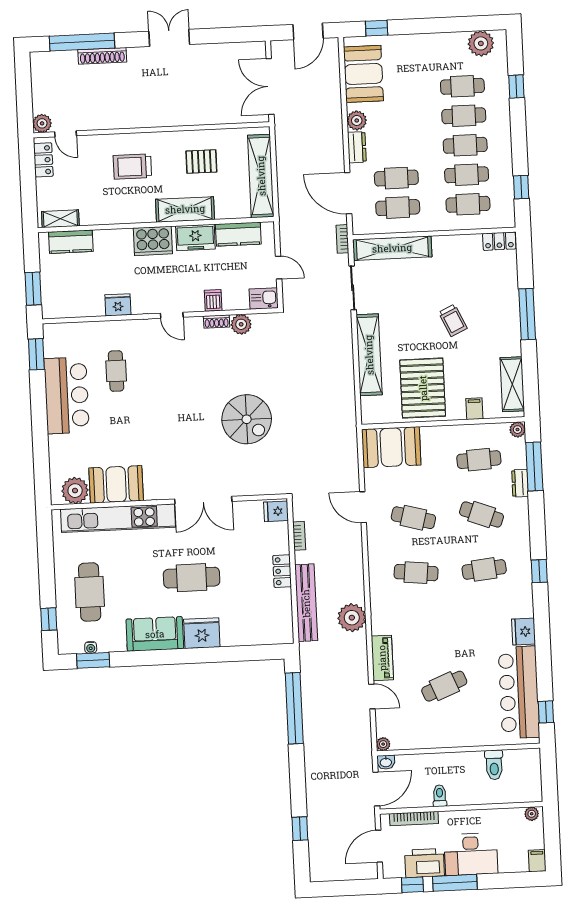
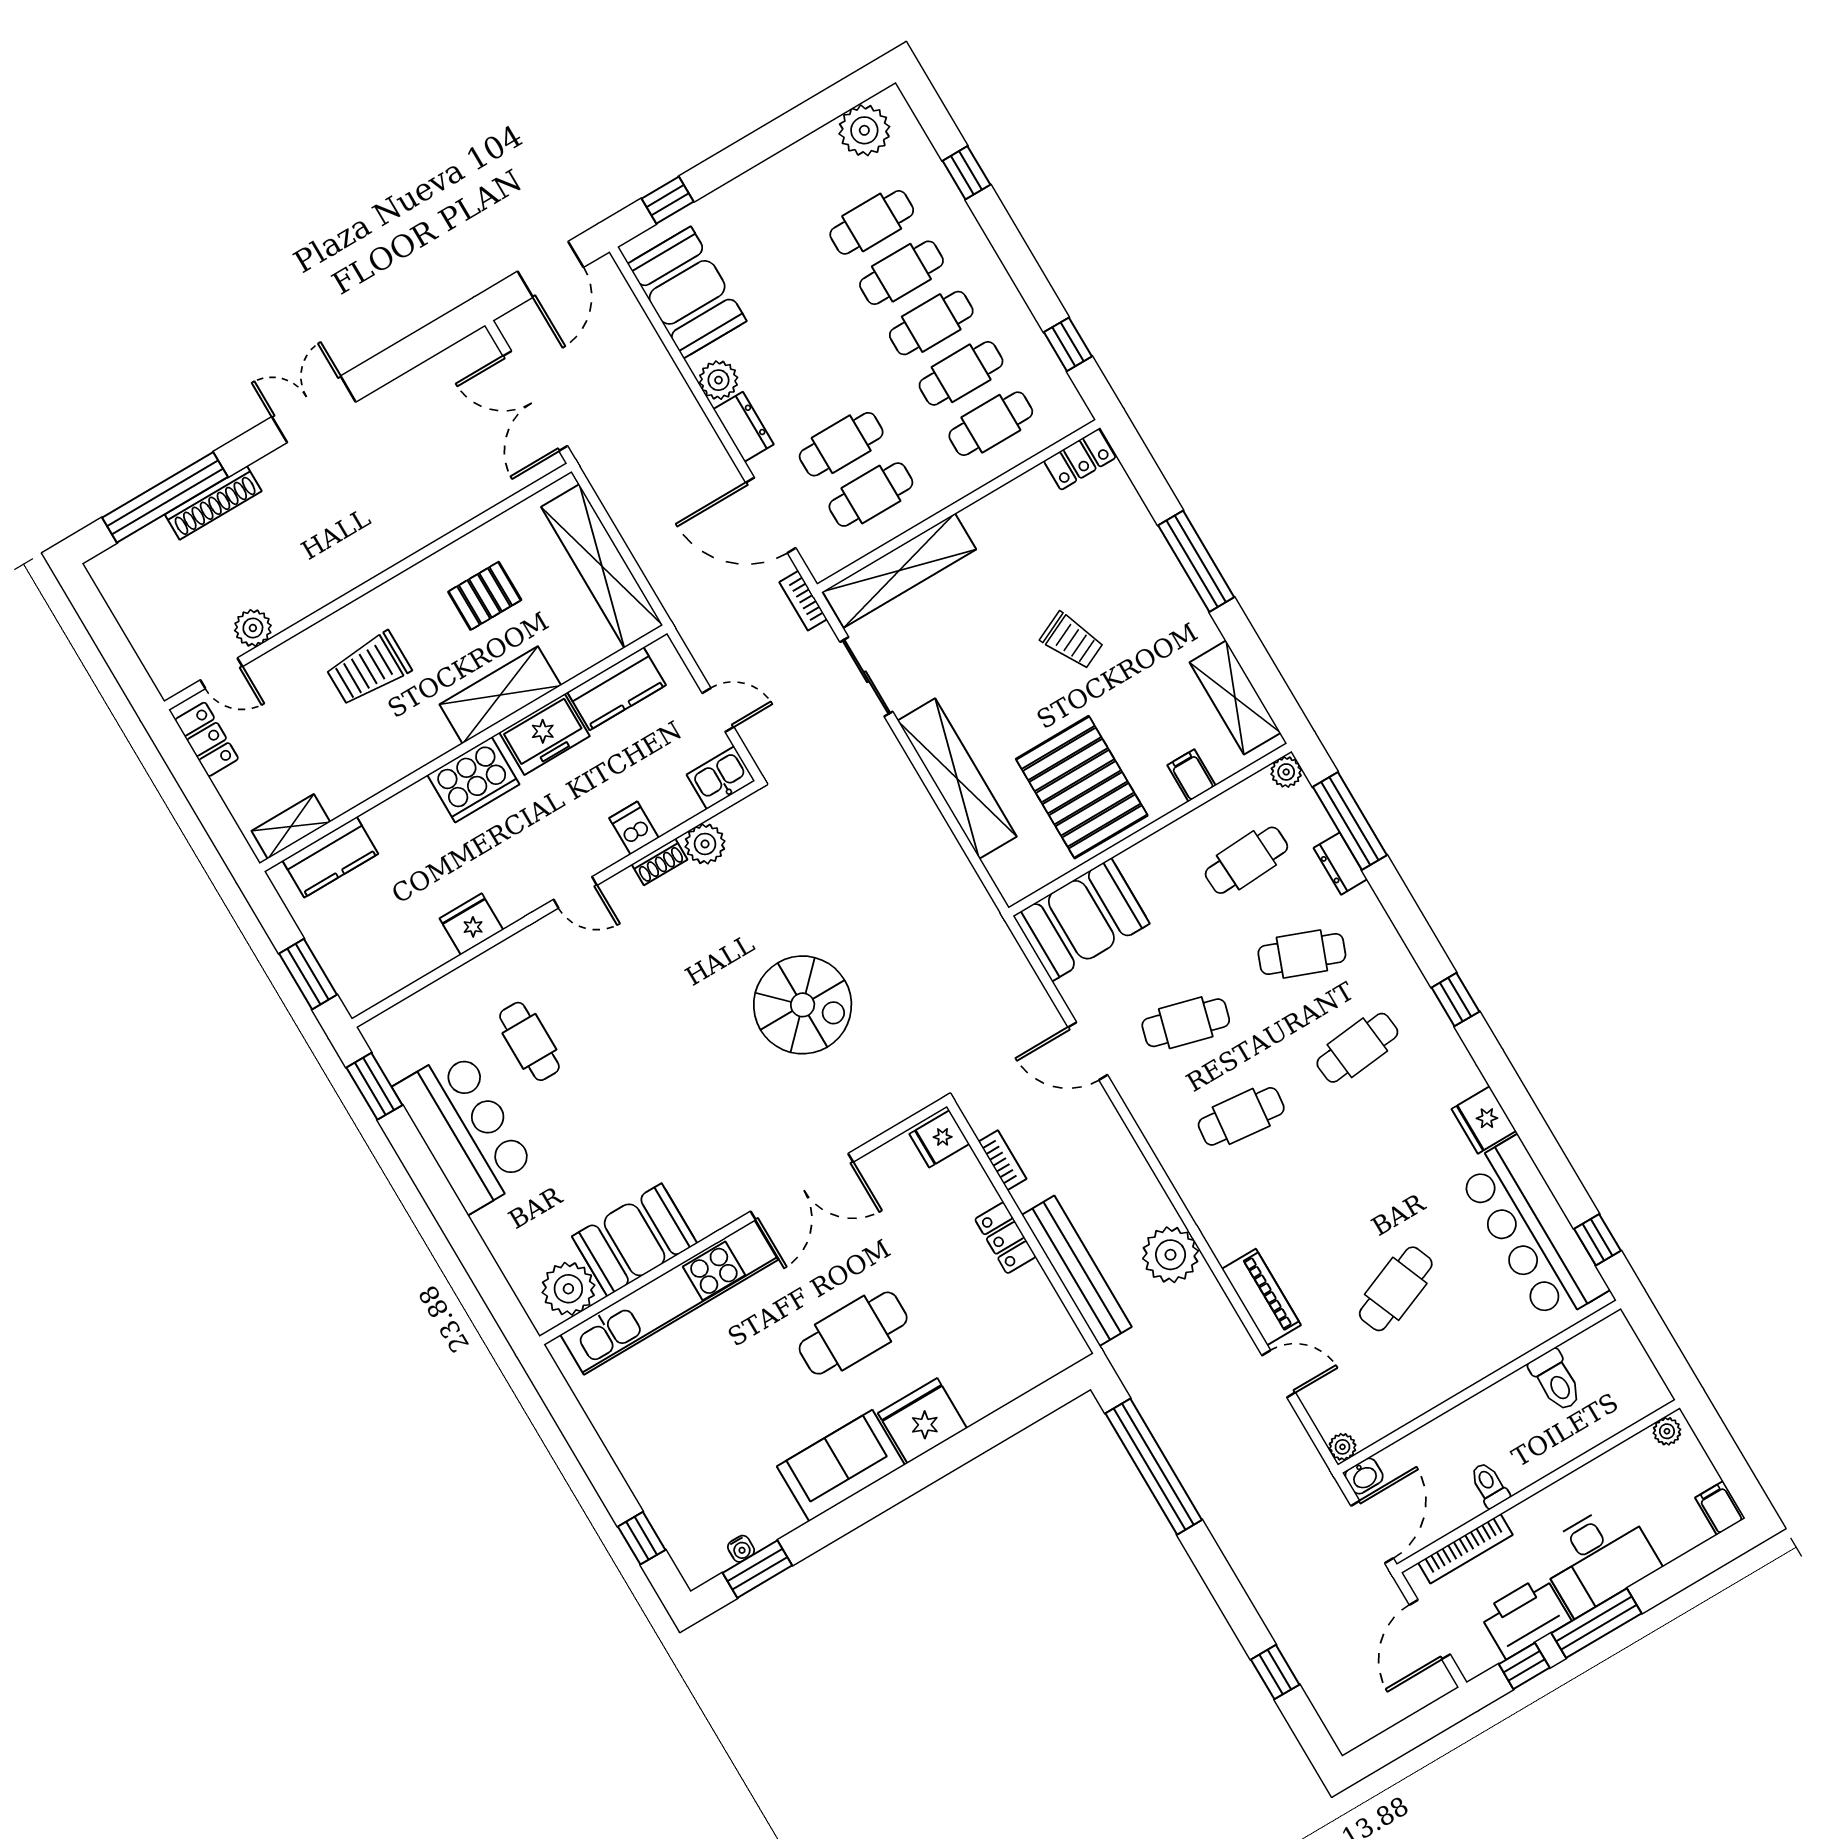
plant: (42, 123) -> (253, 628), moved
cafe table: (90, 592) -> (688, 1453), removed

